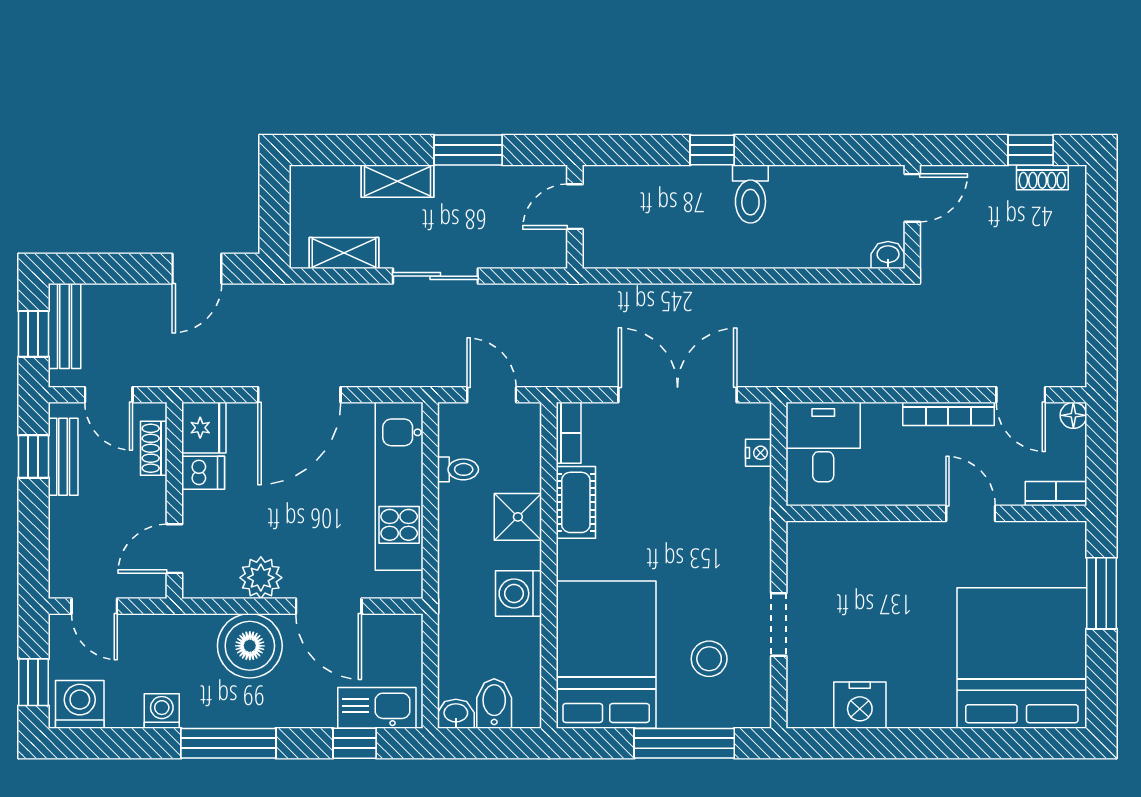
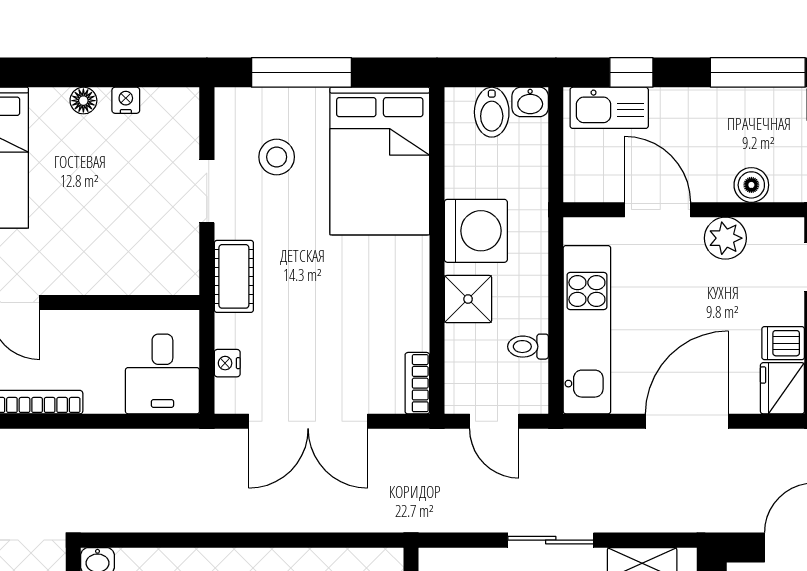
cot: (576, 502) -> (234, 276), moved
washing machine: (519, 593) -> (476, 231), width x1.37, depth x1.37
boiler: (250, 646) -> (751, 185), width x0.54, depth x0.54
nightstand: (860, 705) -> (126, 100), width x0.53, depth x0.56
floor lamp: (902, 715) -> (83, 101), added

